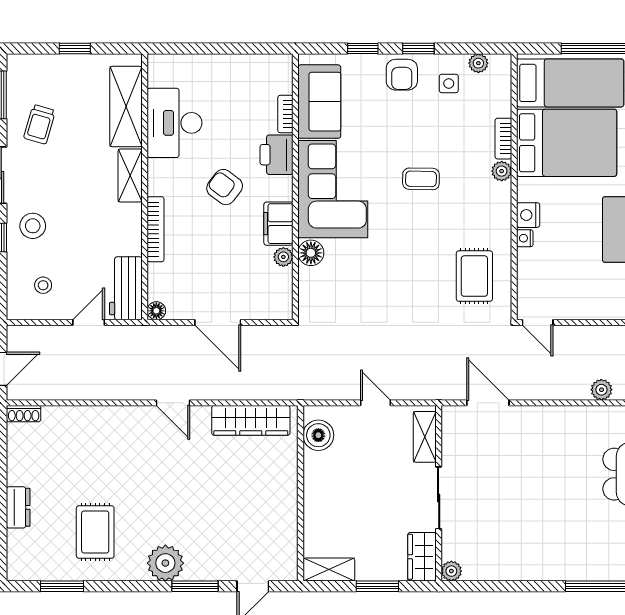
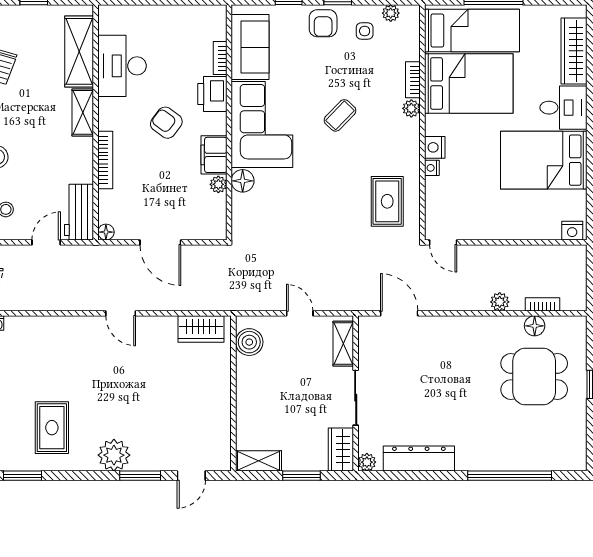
coffee table: (421, 179) -> (340, 115), turned -47
wardrobe: (251, 420) -> (201, 329), width x0.67
dresser: (510, 567) -> (419, 459), added

